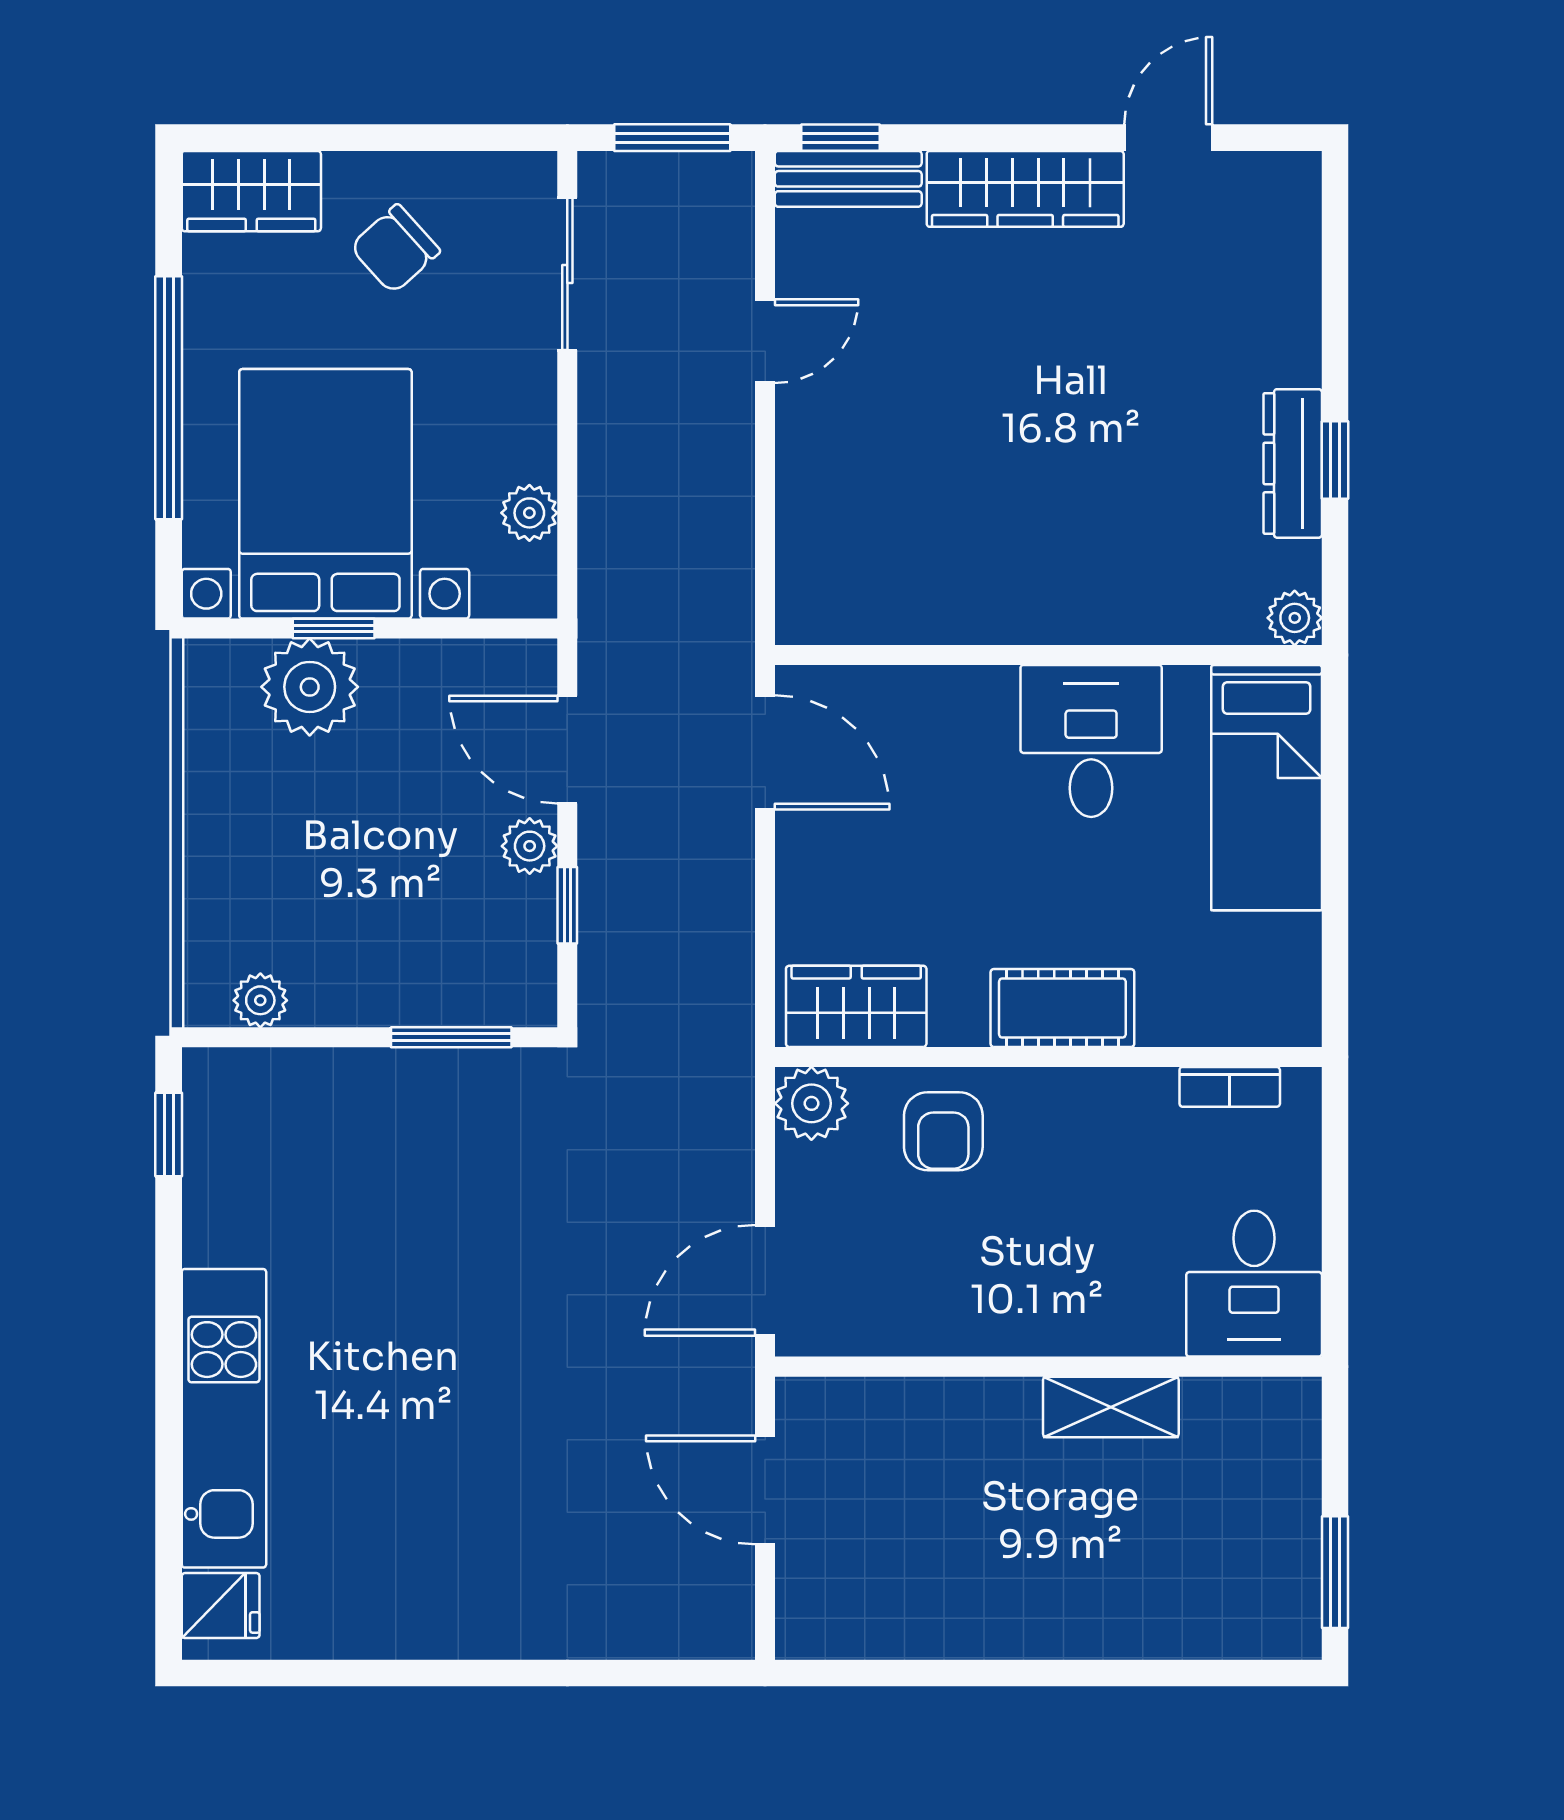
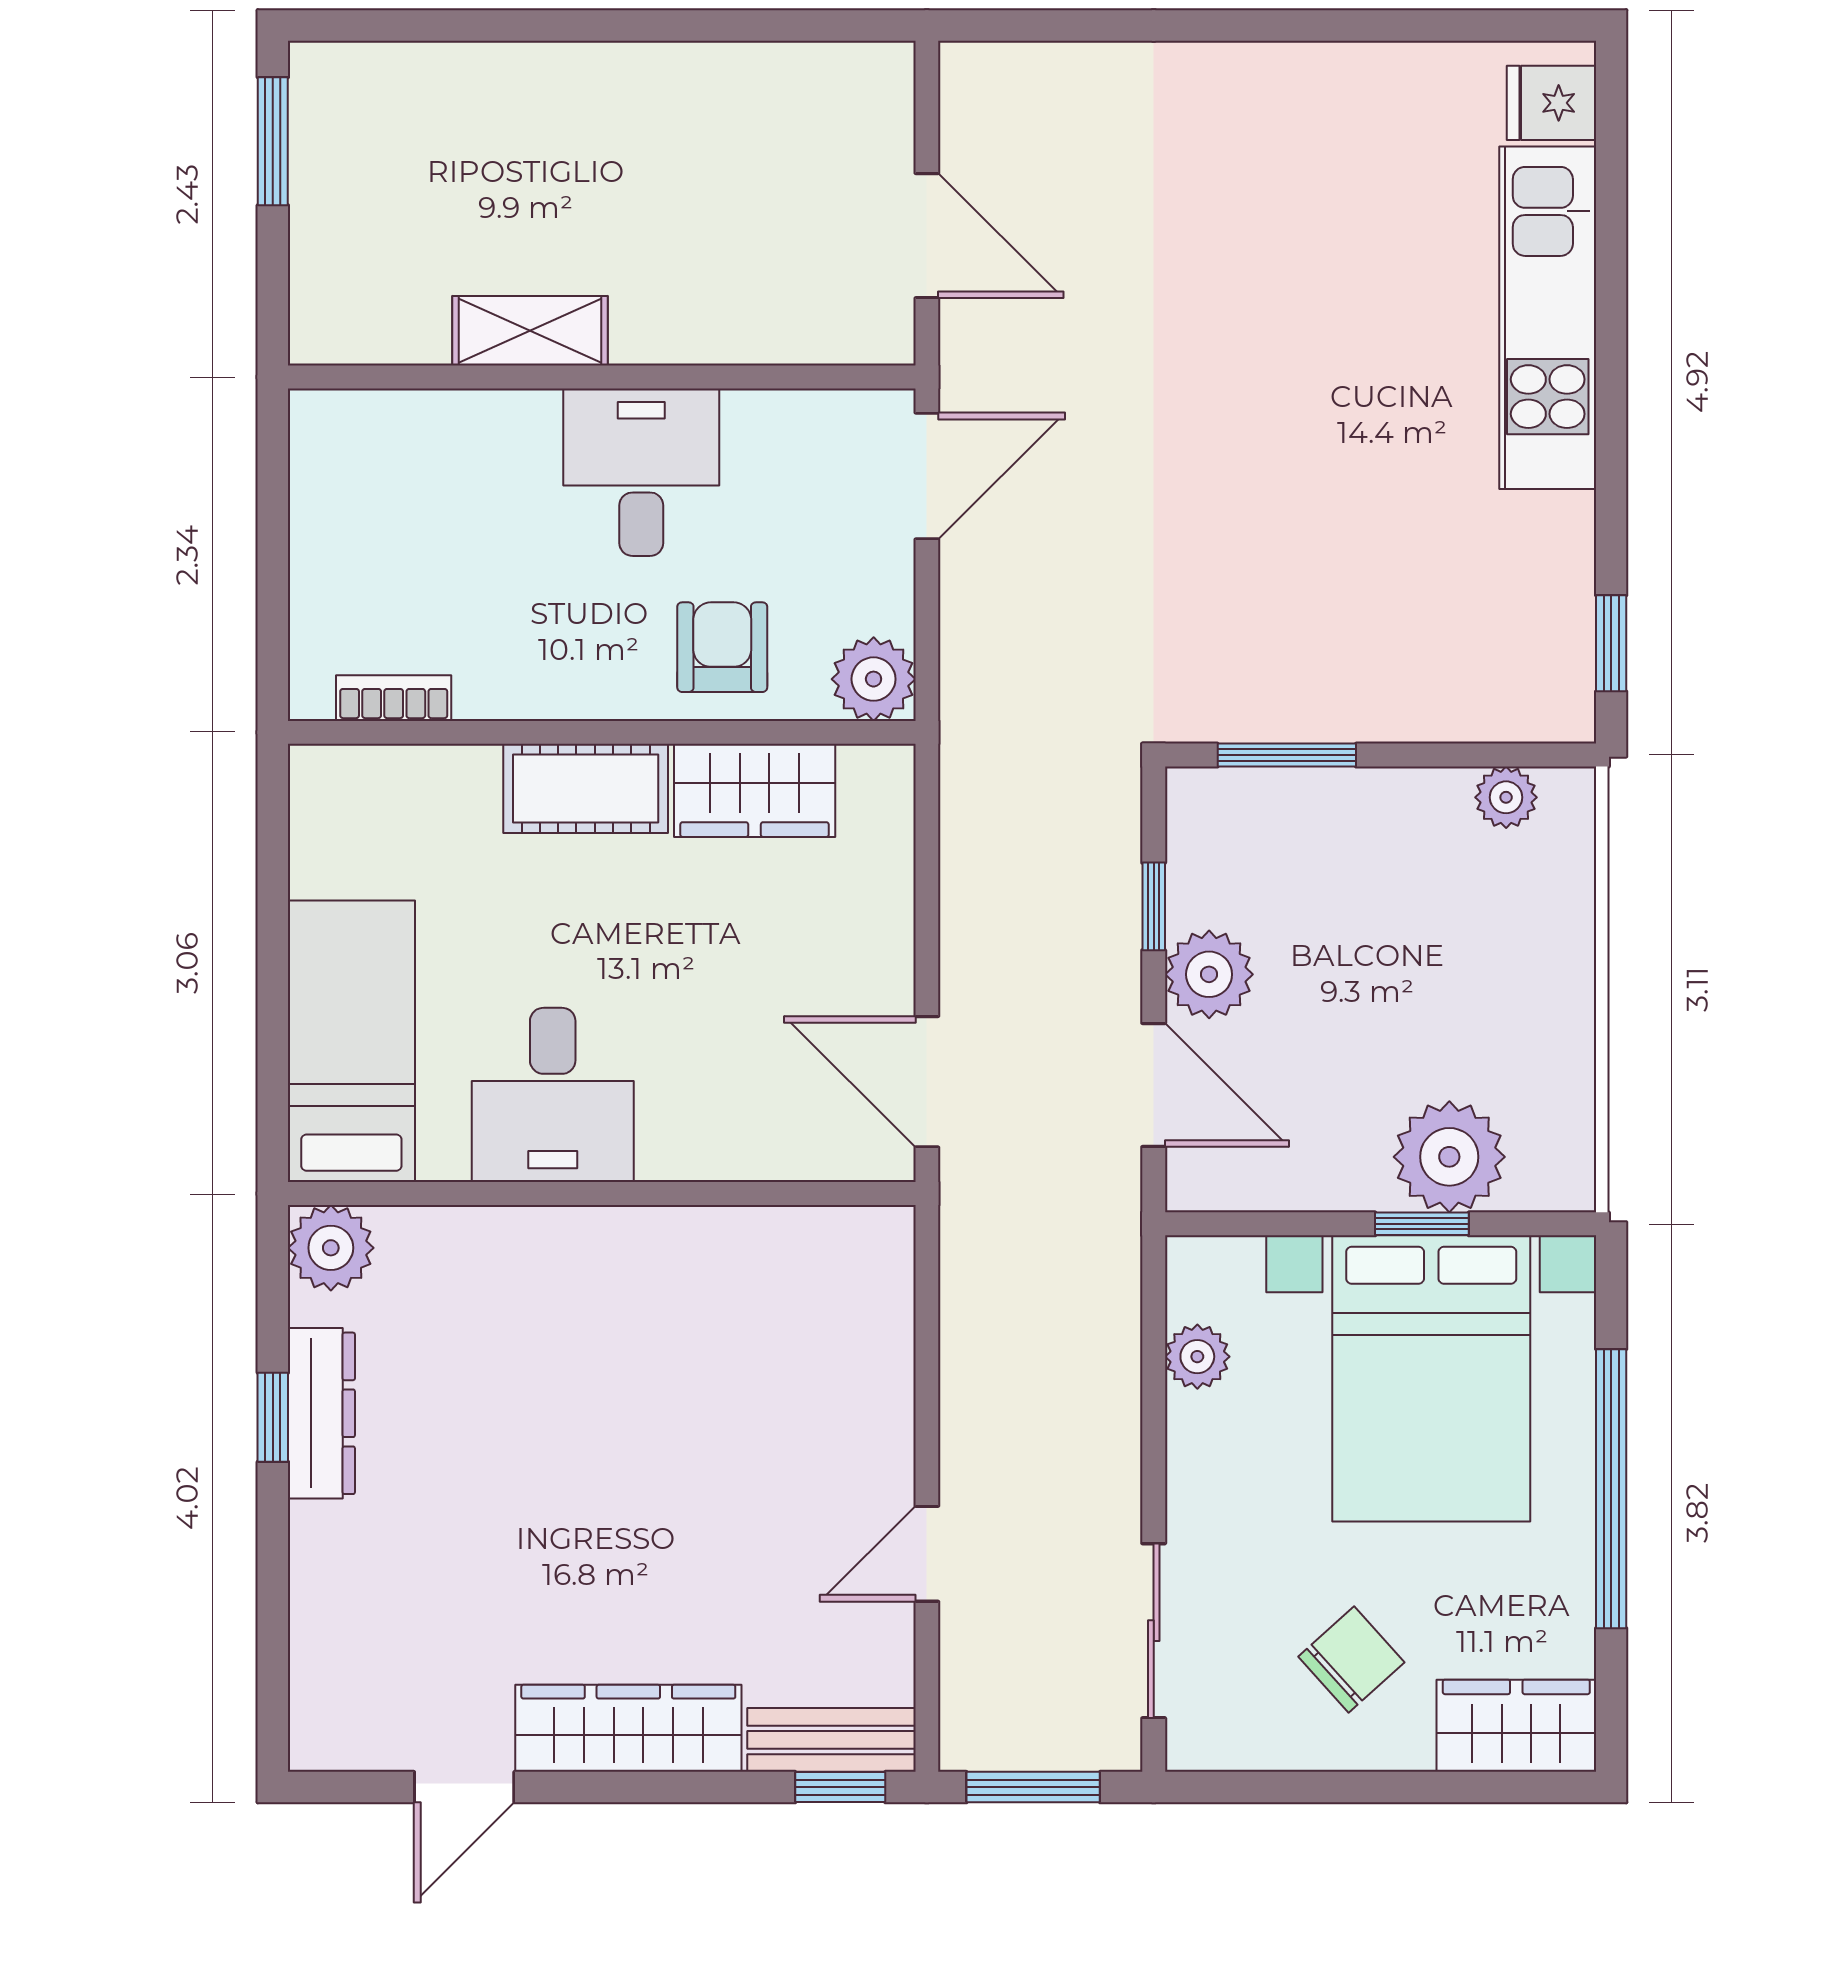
plant: (1295, 618) -> (331, 1248), width x1.38, depth x1.38
plant: (530, 846) -> (1209, 974), width x1.38, depth x1.38
wardrobe: (856, 1006) -> (755, 790), moved
desk: (1254, 1284) -> (641, 472), moved

